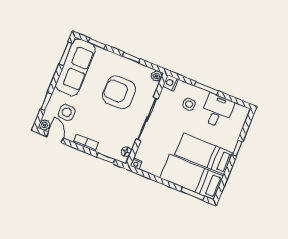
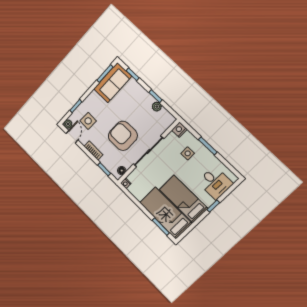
sofa: (75, 67) -> (113, 83), width x0.73
plant: (157, 76) -> (157, 107), moved
armchair: (119, 92) -> (123, 136), moved
desk: (217, 111) -> (215, 183), moved, turned 90

